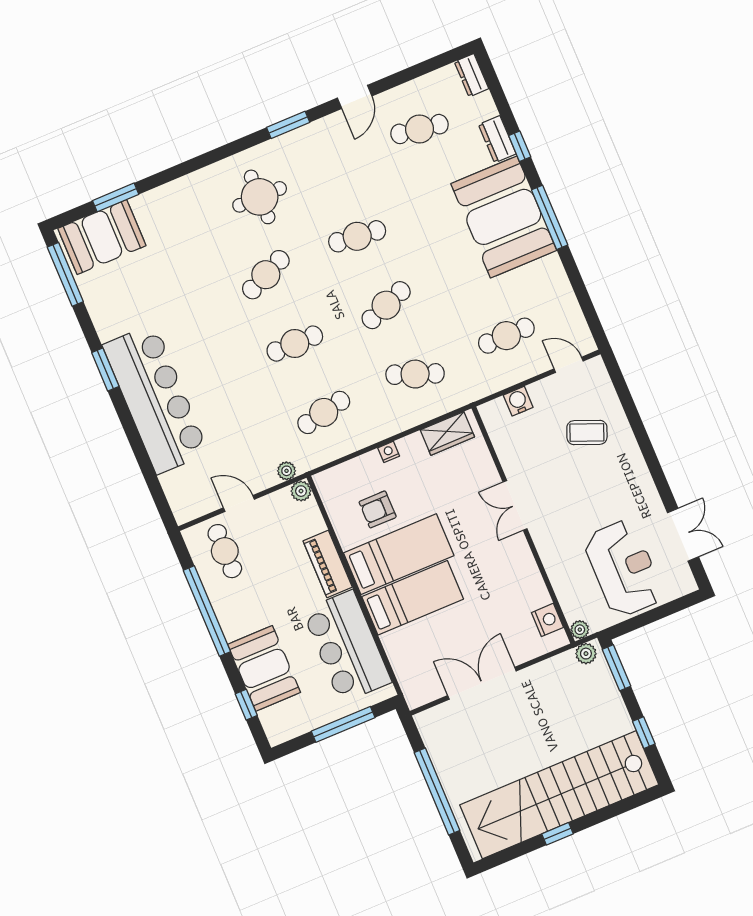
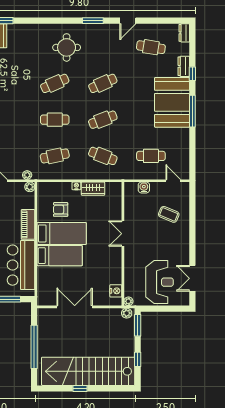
cafe table: (357, 236) -> (103, 83), turned -30
wardrobe: (447, 433) -> (93, 189), moved
double door: (683, 535) -> (192, 278), swing flipped

